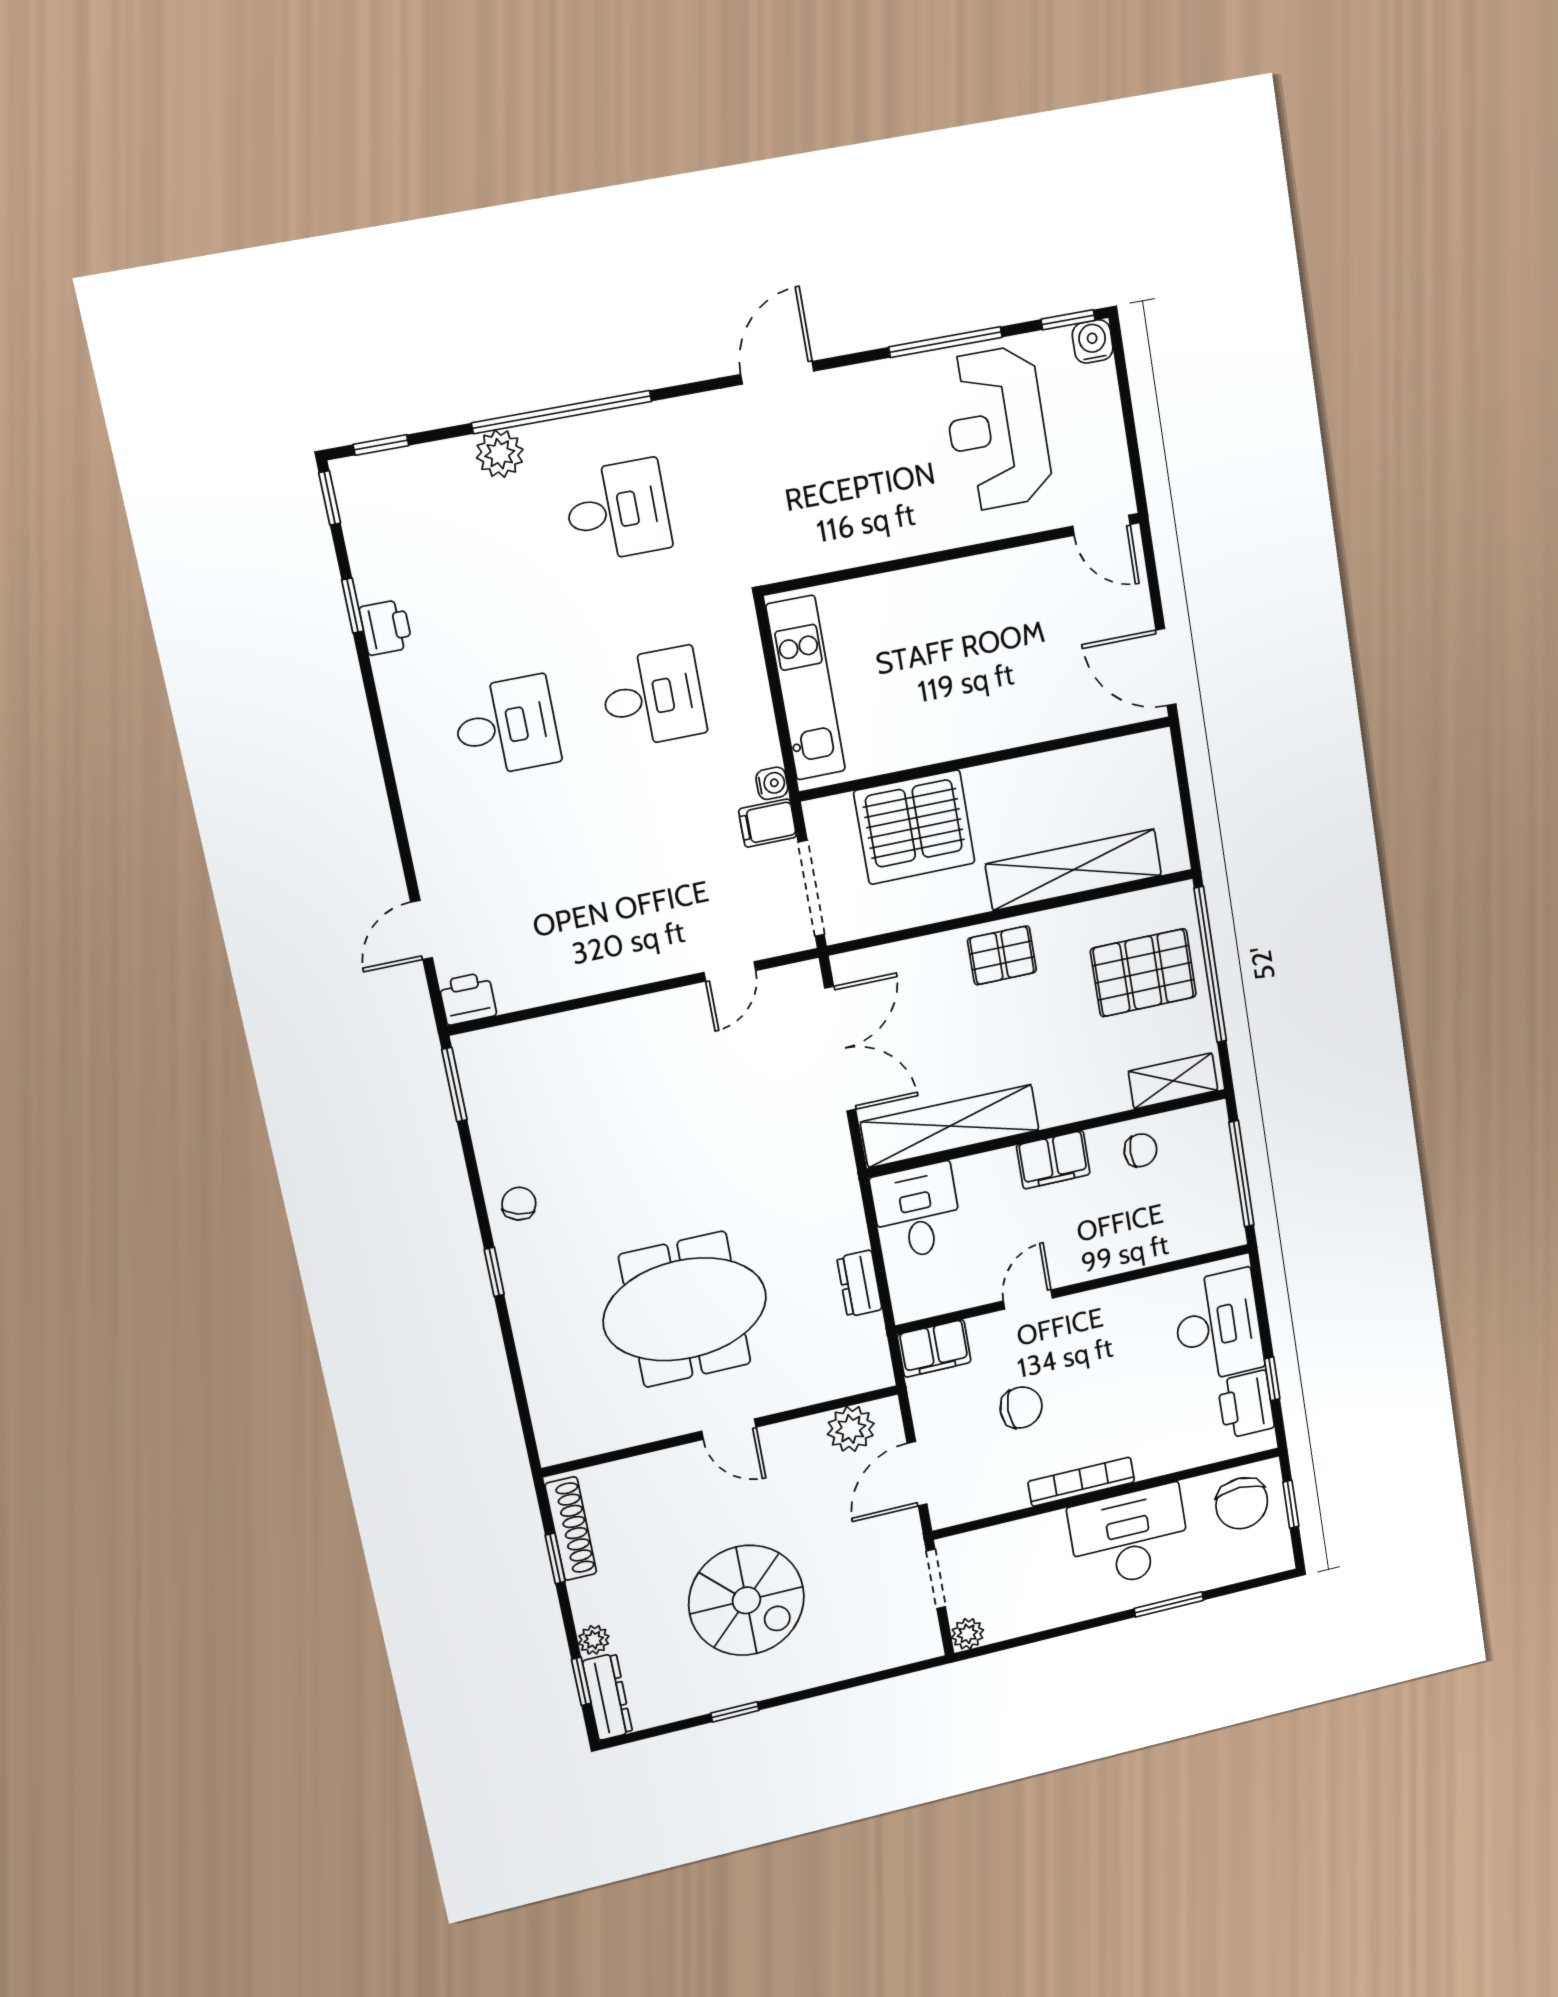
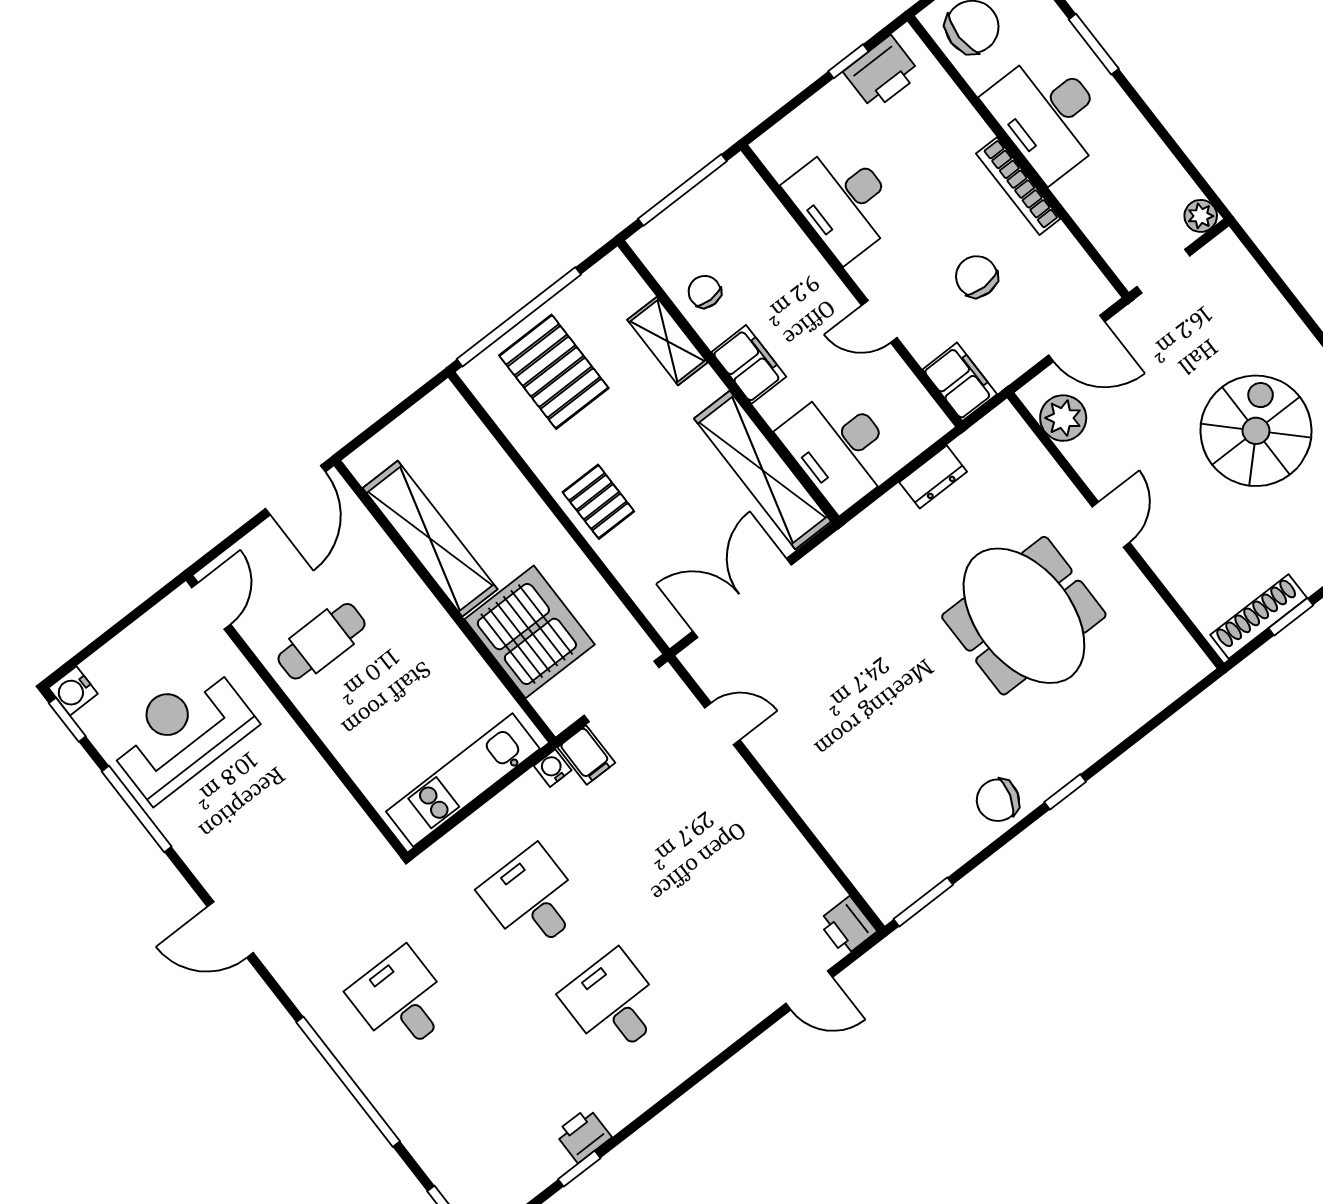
reception desk: (997, 429) -> (181, 732), turned 180
plant: (500, 454) -> (405, 1113), removed
cafe table: (1011, 617) -> (322, 641), added
shelving: (1074, 870) -> (430, 539), moved
shelving: (1173, 1081) -> (667, 341), moved
chair: (519, 1204) -> (998, 800), width x1.37, depth x1.37
desk: (917, 1212) -> (840, 448), width x1.37
desk: (1218, 1326) -> (844, 201), moved, turned -90

